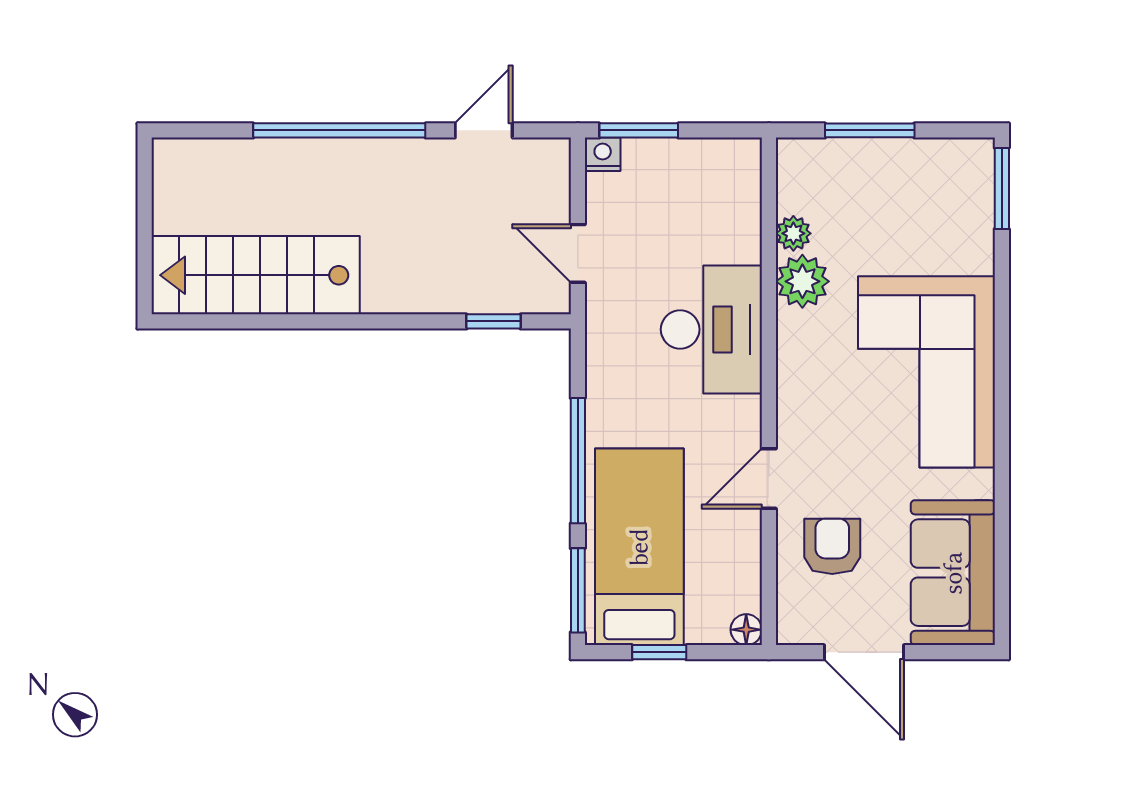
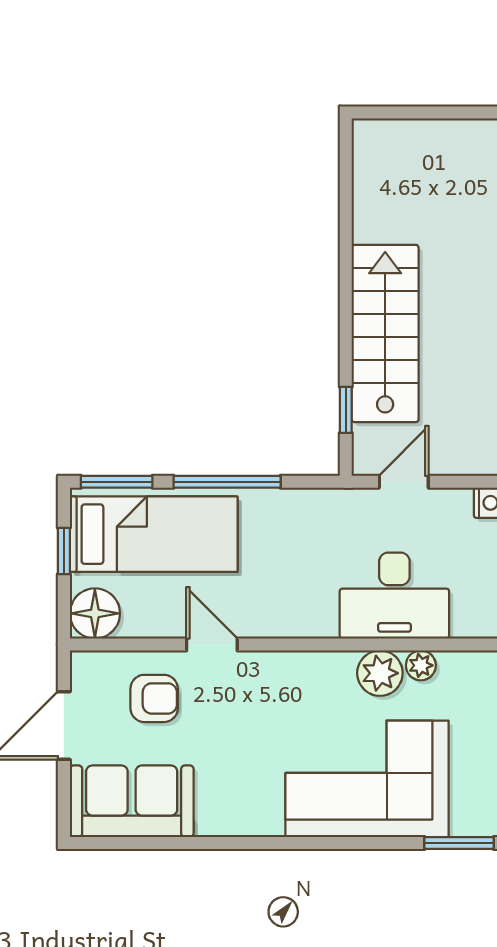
stairs: (256, 275) -> (385, 333), moved
desk: (711, 329) -> (394, 596), moved
corner sofa: (926, 372) -> (367, 779), moved
floor lamp: (746, 630) -> (95, 613), width x1.89, depth x1.89

